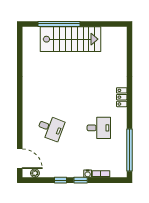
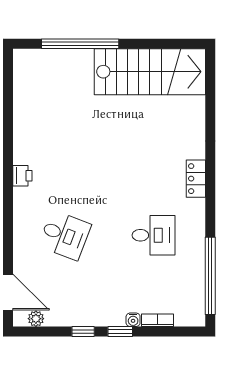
stairs: (71, 39) -> (150, 72), moved
printer: (28, 96) -> (22, 176), added

